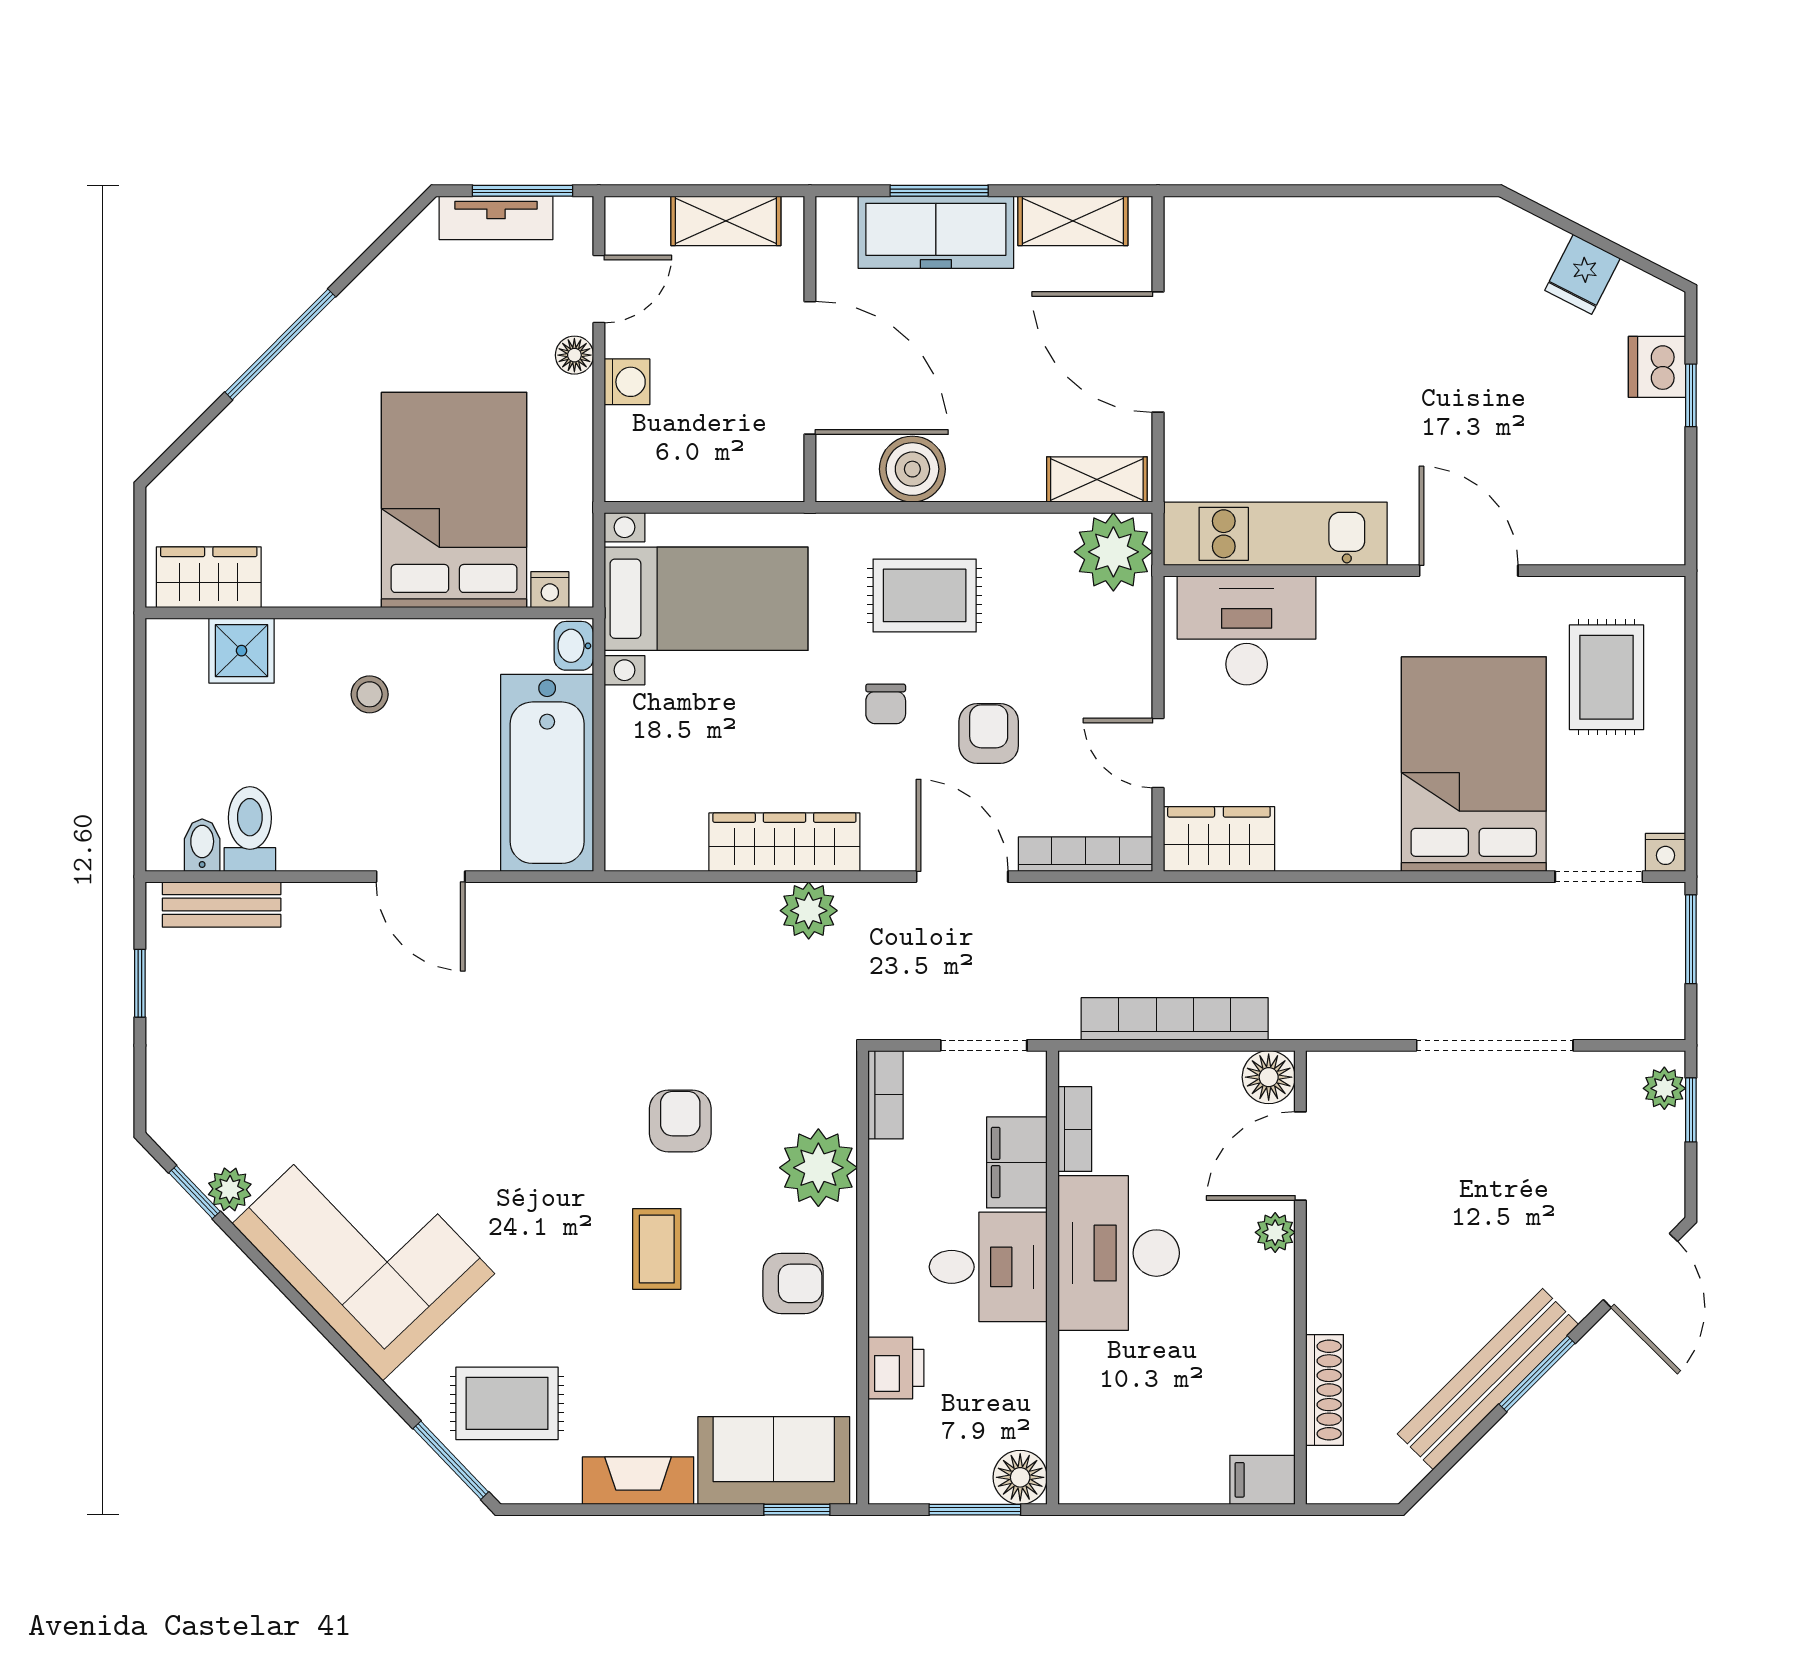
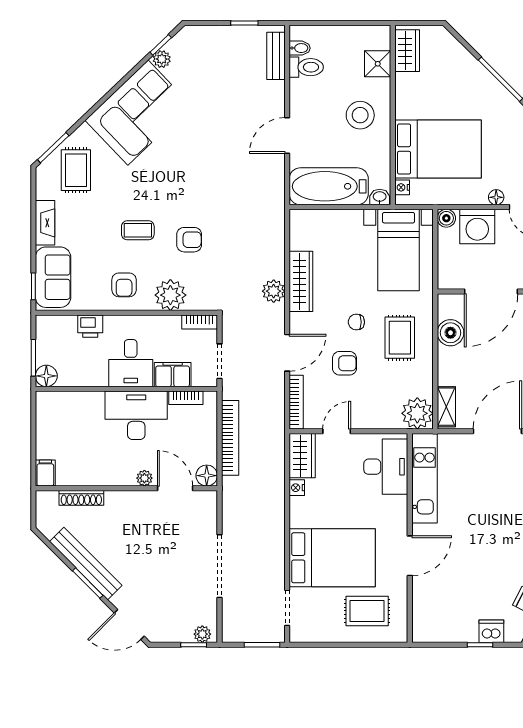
washing machine: (627, 382) -> (477, 226), width x1.89, depth x1.89
boiler: (627, 479) -> (446, 218), added
stool: (370, 694) -> (360, 115), width x1.89, depth x1.89
nightstand: (1666, 852) -> (297, 488), moved

